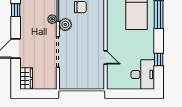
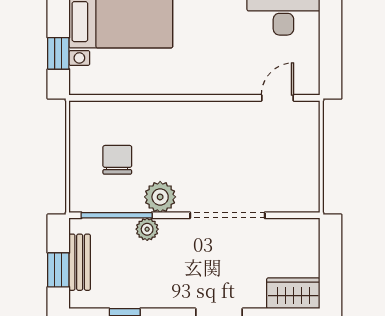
door: (106, 57) -> (277, 98), moved

